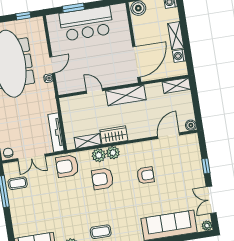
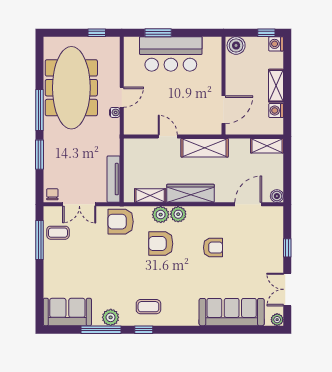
door: (136, 62) -> (223, 110), width x0.73
wardrobe: (114, 135) -> (190, 193), width x1.50

